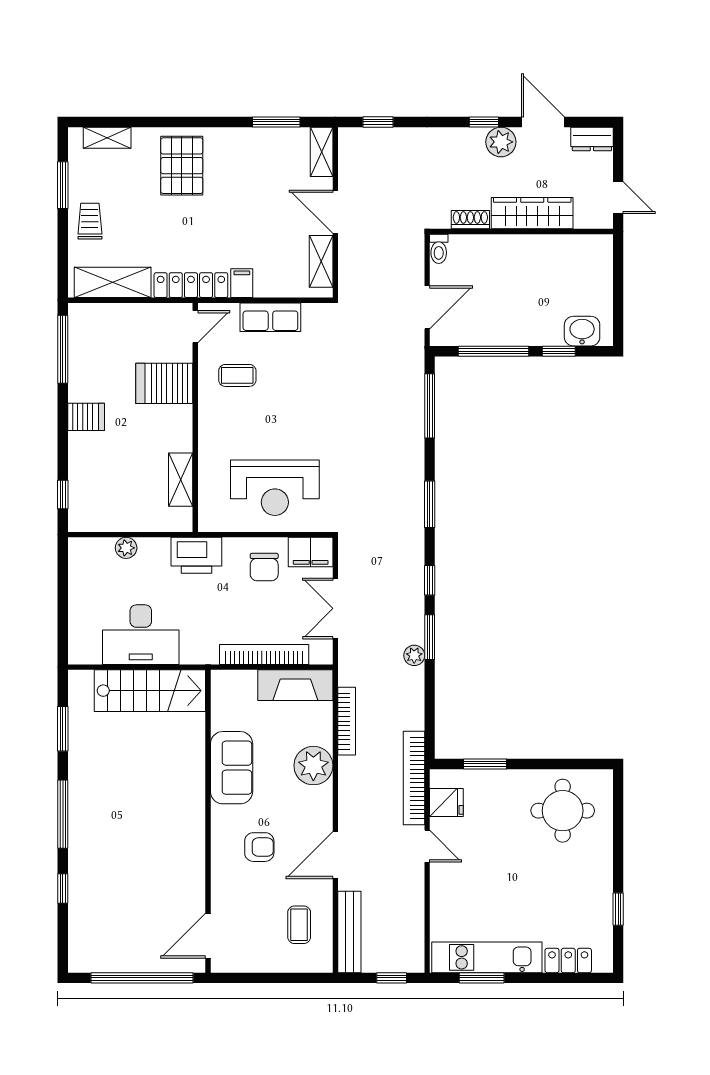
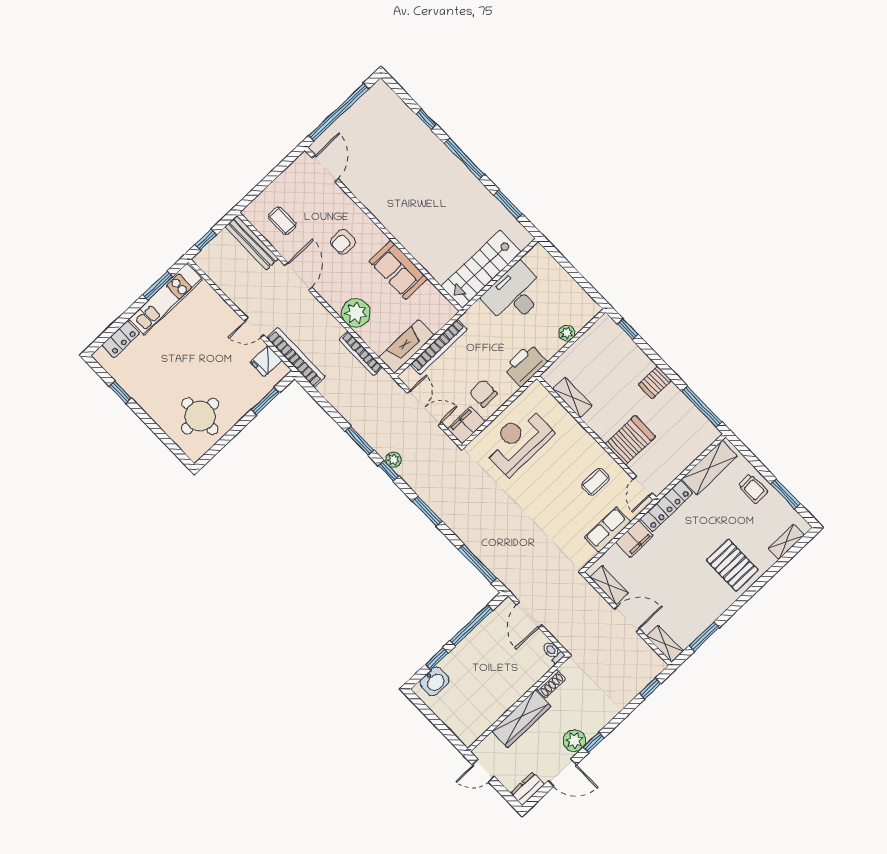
filing cabinet: (242, 283) -> (634, 539), width x2.00
plant: (414, 655) -> (394, 460), moved

